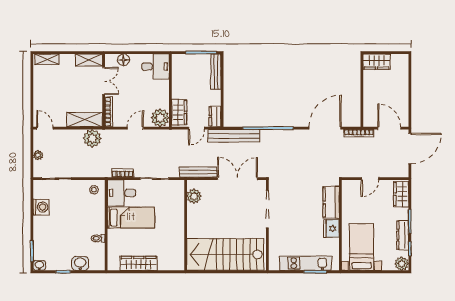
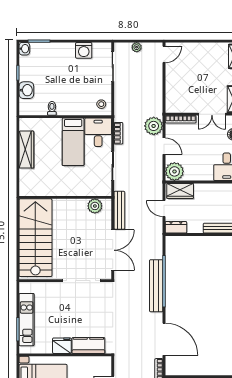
shelving: (85, 120) -> (173, 95), removed
bench: (234, 136) -> (156, 286), moved
plant: (92, 138) -> (154, 126), moved

